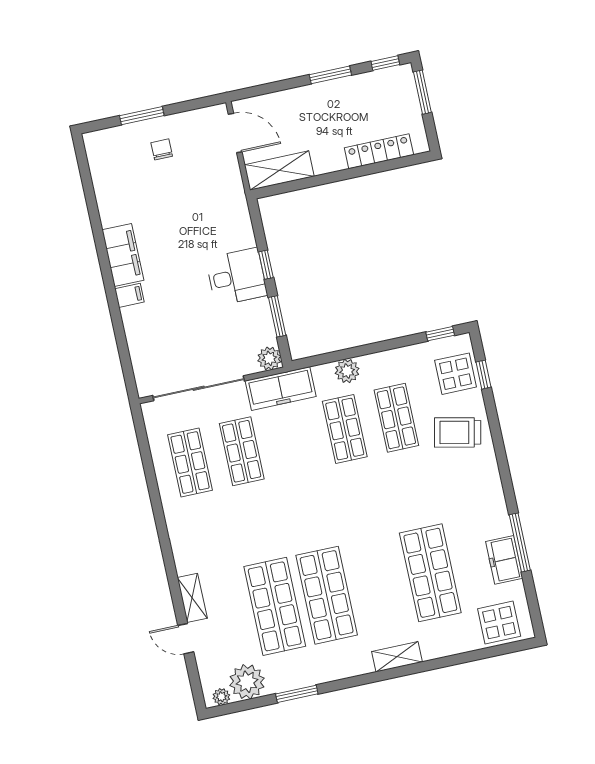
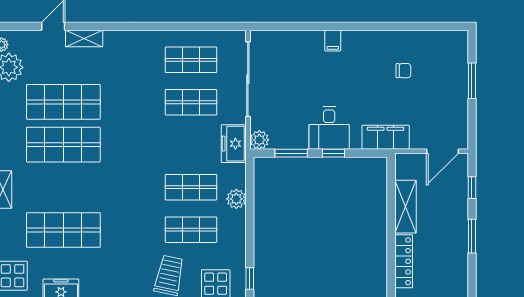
window: (385, 63) -> (472, 188), moved
chair: (162, 149) -> (403, 71), moved
shelving: (279, 171) -> (405, 207), moved
filing cabinet: (123, 255) -> (386, 137), moved, turned 180
freezer: (281, 389) -> (234, 144), width x0.71

